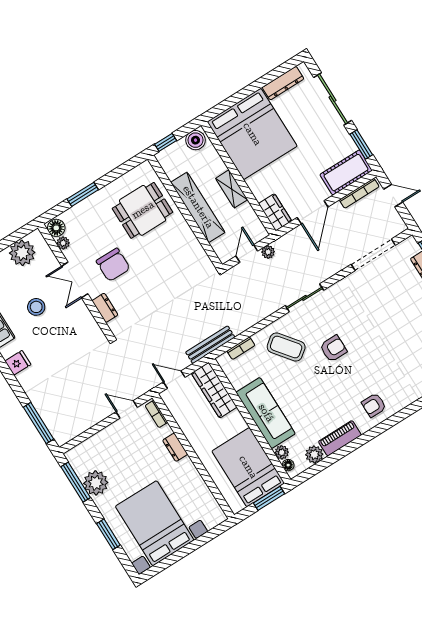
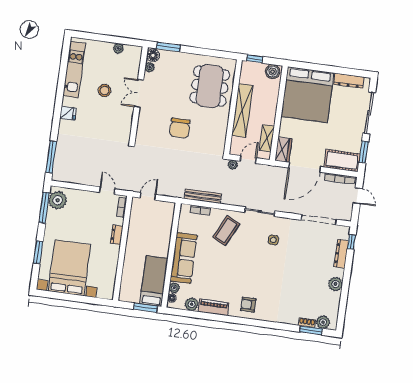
shelving: (232, 189) -> (267, 138), moved
window: (83, 194) -> (169, 47), moved
dining table: (143, 210) -> (210, 86), width x1.38
door: (313, 212) -> (305, 167), width x1.36
plant: (268, 252) -> (233, 165), moved
plant: (22, 253) -> (118, 48), width x0.53, depth x0.53
chair: (113, 265) -> (180, 128), moved
dresser: (105, 308) -> (143, 123), removed
side table: (343, 316) -> (273, 240), added
bench: (210, 345) -> (203, 196), moved
coffee table: (286, 347) -> (226, 231), turned 64
armchair: (333, 349) -> (252, 254), removed
door: (174, 380) -> (148, 196), hinge flipped
wardrobe: (214, 390) -> (165, 221), removed
bed: (248, 467) -> (154, 281), width x0.67
plant: (96, 483) -> (58, 200), moved

